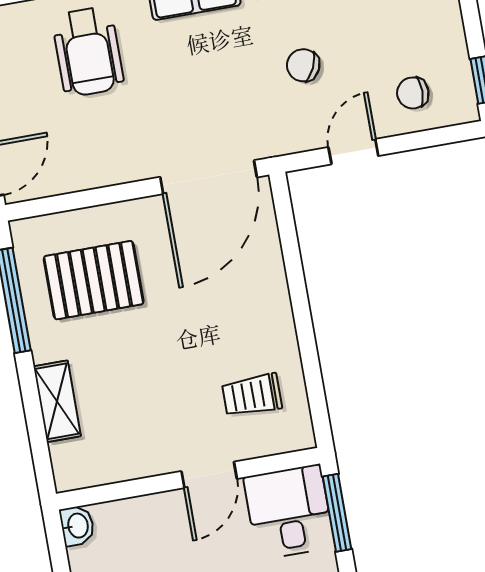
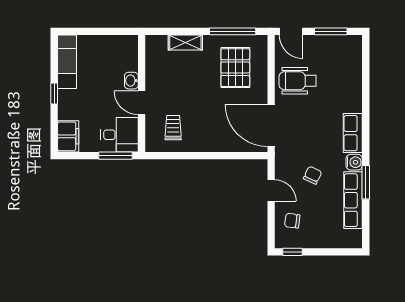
wheelchair: (88, 52) -> (298, 81), moved
chair: (413, 93) -> (292, 221), turned -83
washbasin: (77, 526) -> (131, 81), moved, turned 90

